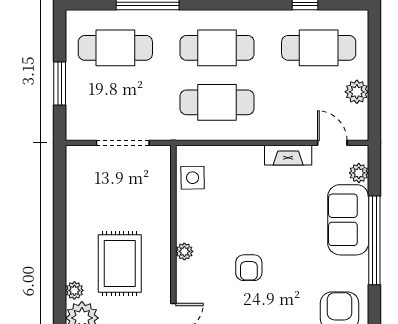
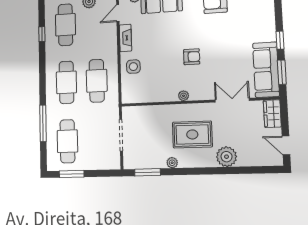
window: (60, 83) -> (72, 174), moved
side table: (193, 178) -> (133, 67), moved
window: (60, 186) -> (147, 172), added
plant: (74, 290) -> (172, 163), moved

